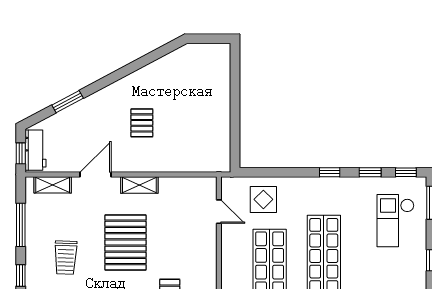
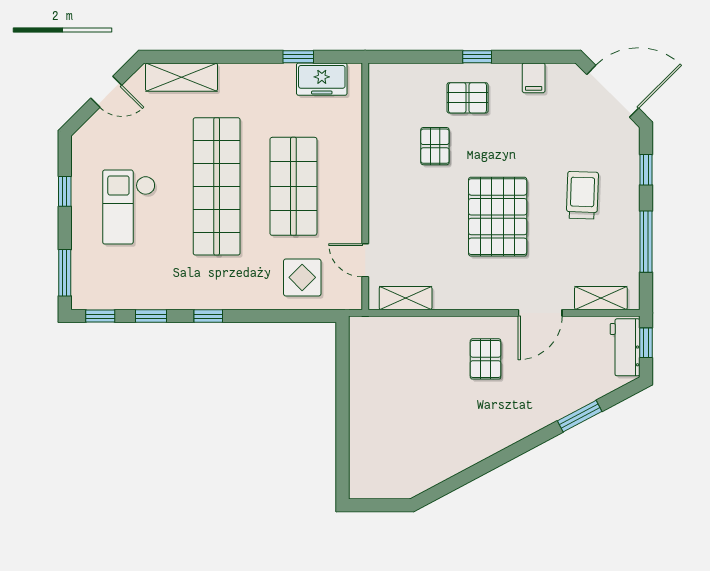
pallet: (142, 123) -> (486, 359), moved
shelving: (139, 185) -> (406, 298), moved
checkout: (395, 221) -> (129, 207), moved, turned 180

